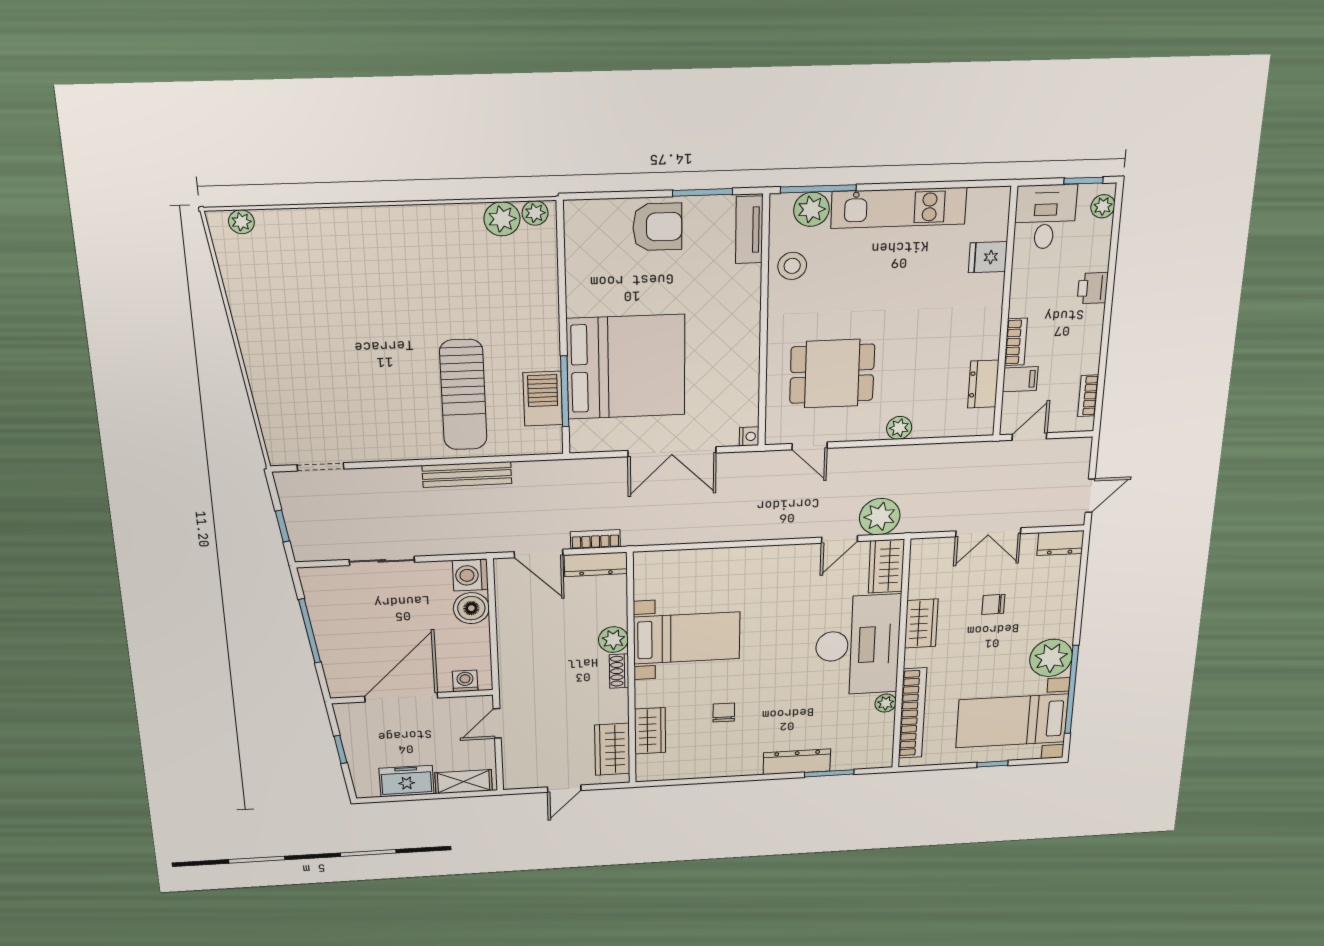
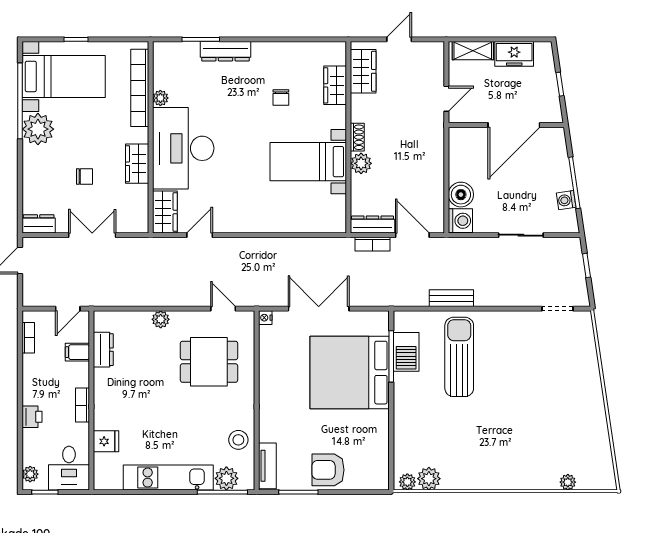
plant: (241, 222) -> (568, 482), moved
bookcase: (1016, 342) -> (83, 405), moved
bench: (467, 475) -> (451, 298), width x0.73
plant: (880, 517) -> (171, 252), removed
washing machine: (465, 681) -> (566, 200), moved, turned 82

